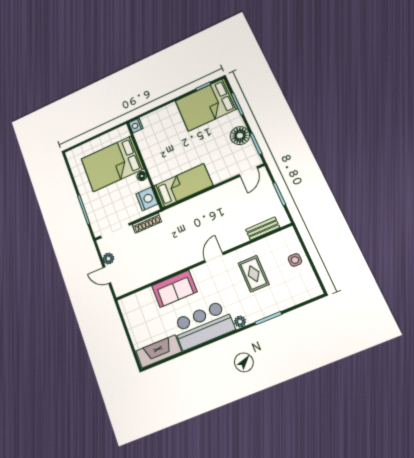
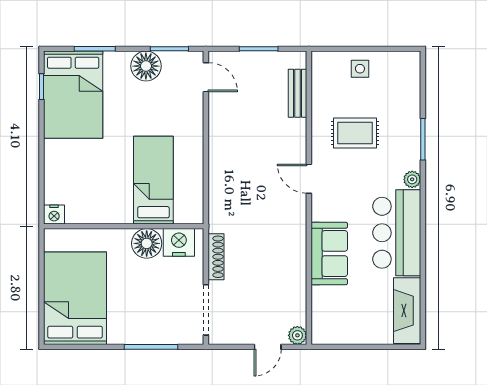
bed: (112, 164) -> (75, 298), moved, turned 180
floor lamp: (142, 176) -> (147, 243), width x1.89, depth x1.89
bed: (183, 186) -> (153, 180), moved
plant: (108, 259) -> (297, 335), moved

